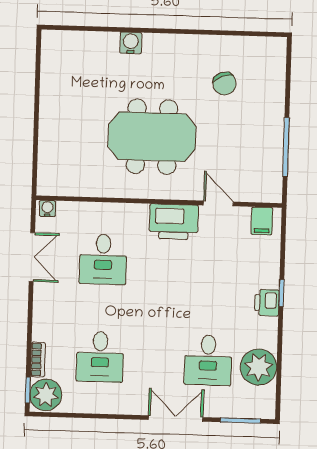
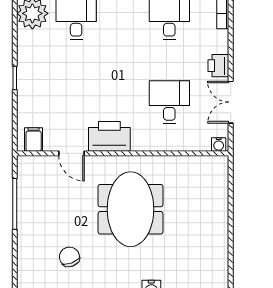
meeting table: (152, 137) -> (131, 209), turned 90
printer: (267, 303) -> (218, 66), moved, turned 180

